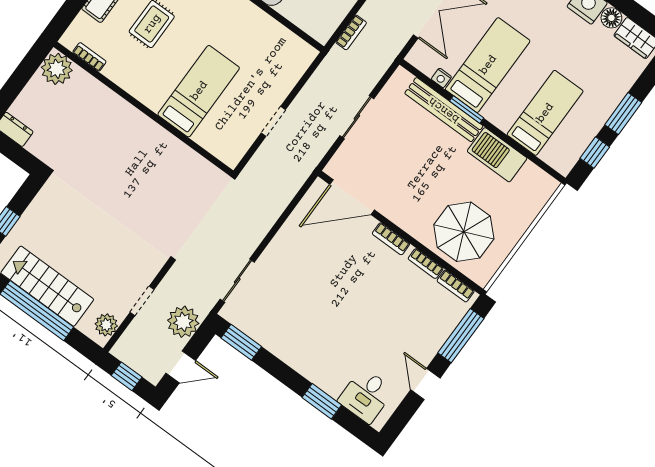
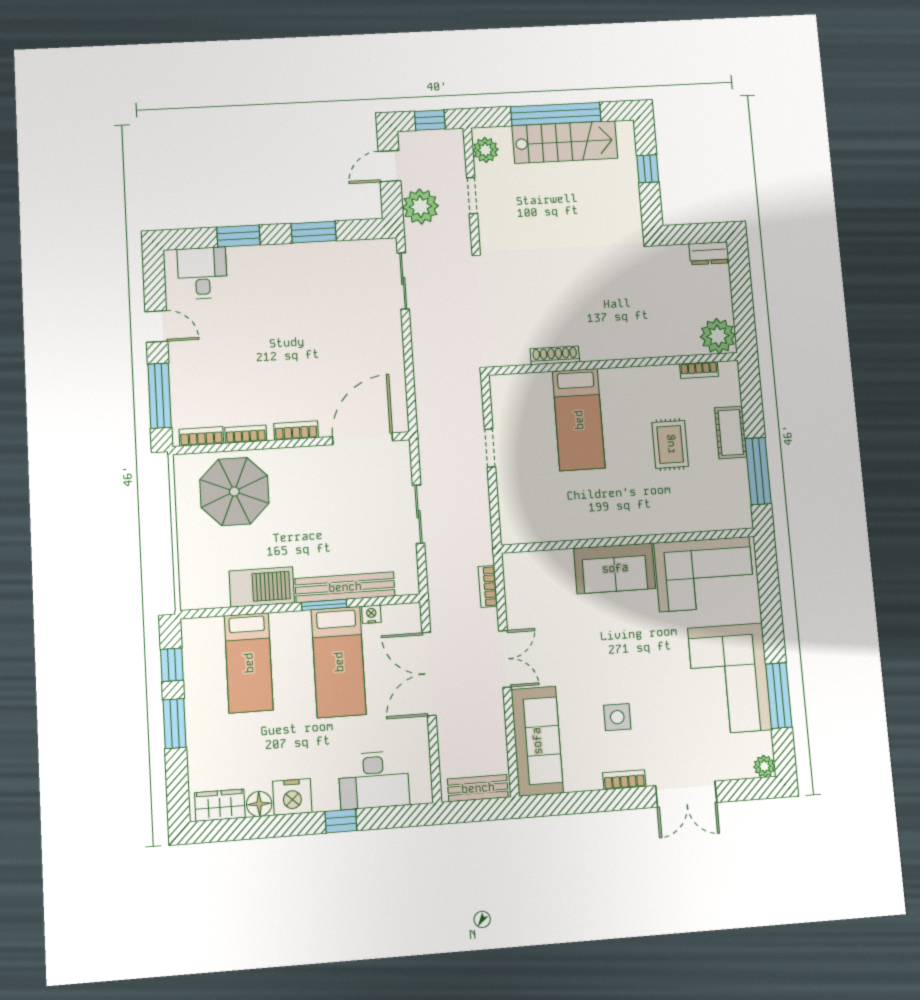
shoe rack: (178, 147) -> (555, 355), added
window: (241, 342) -> (314, 232), moved

